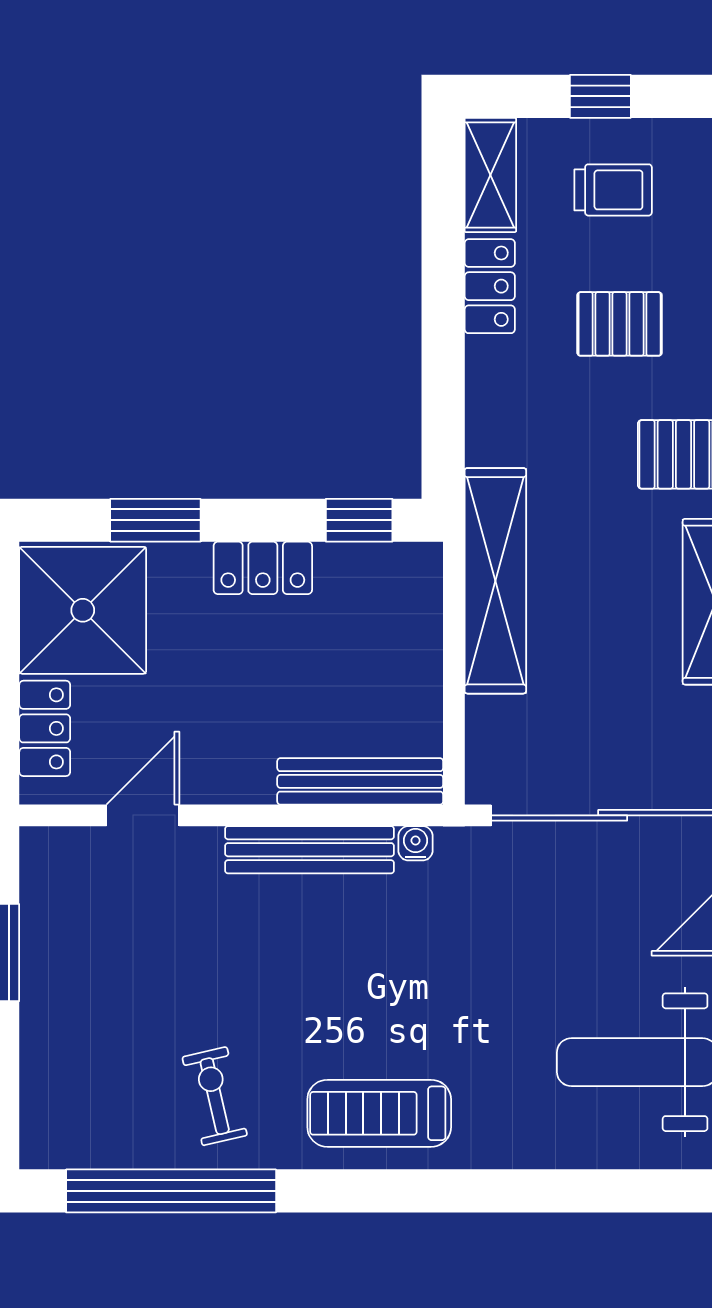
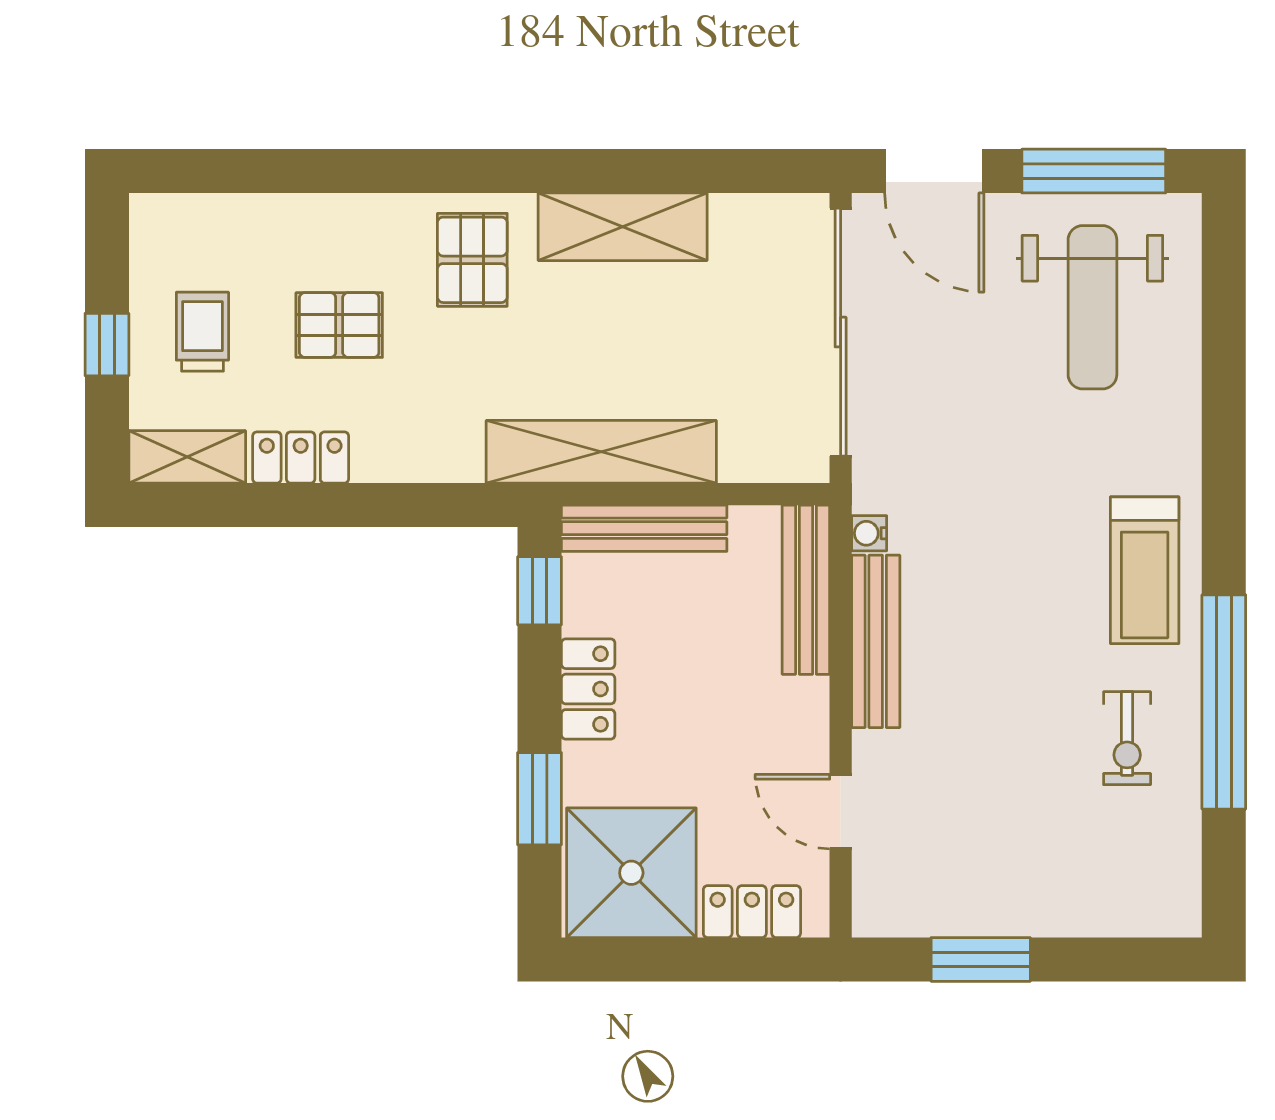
pallet: (620, 324) -> (339, 325), turned 90
bench: (420, 623) -> (644, 528), added
exercise bike: (215, 1096) -> (1127, 738), turned -77
window: (171, 1191) -> (1224, 702), moved

